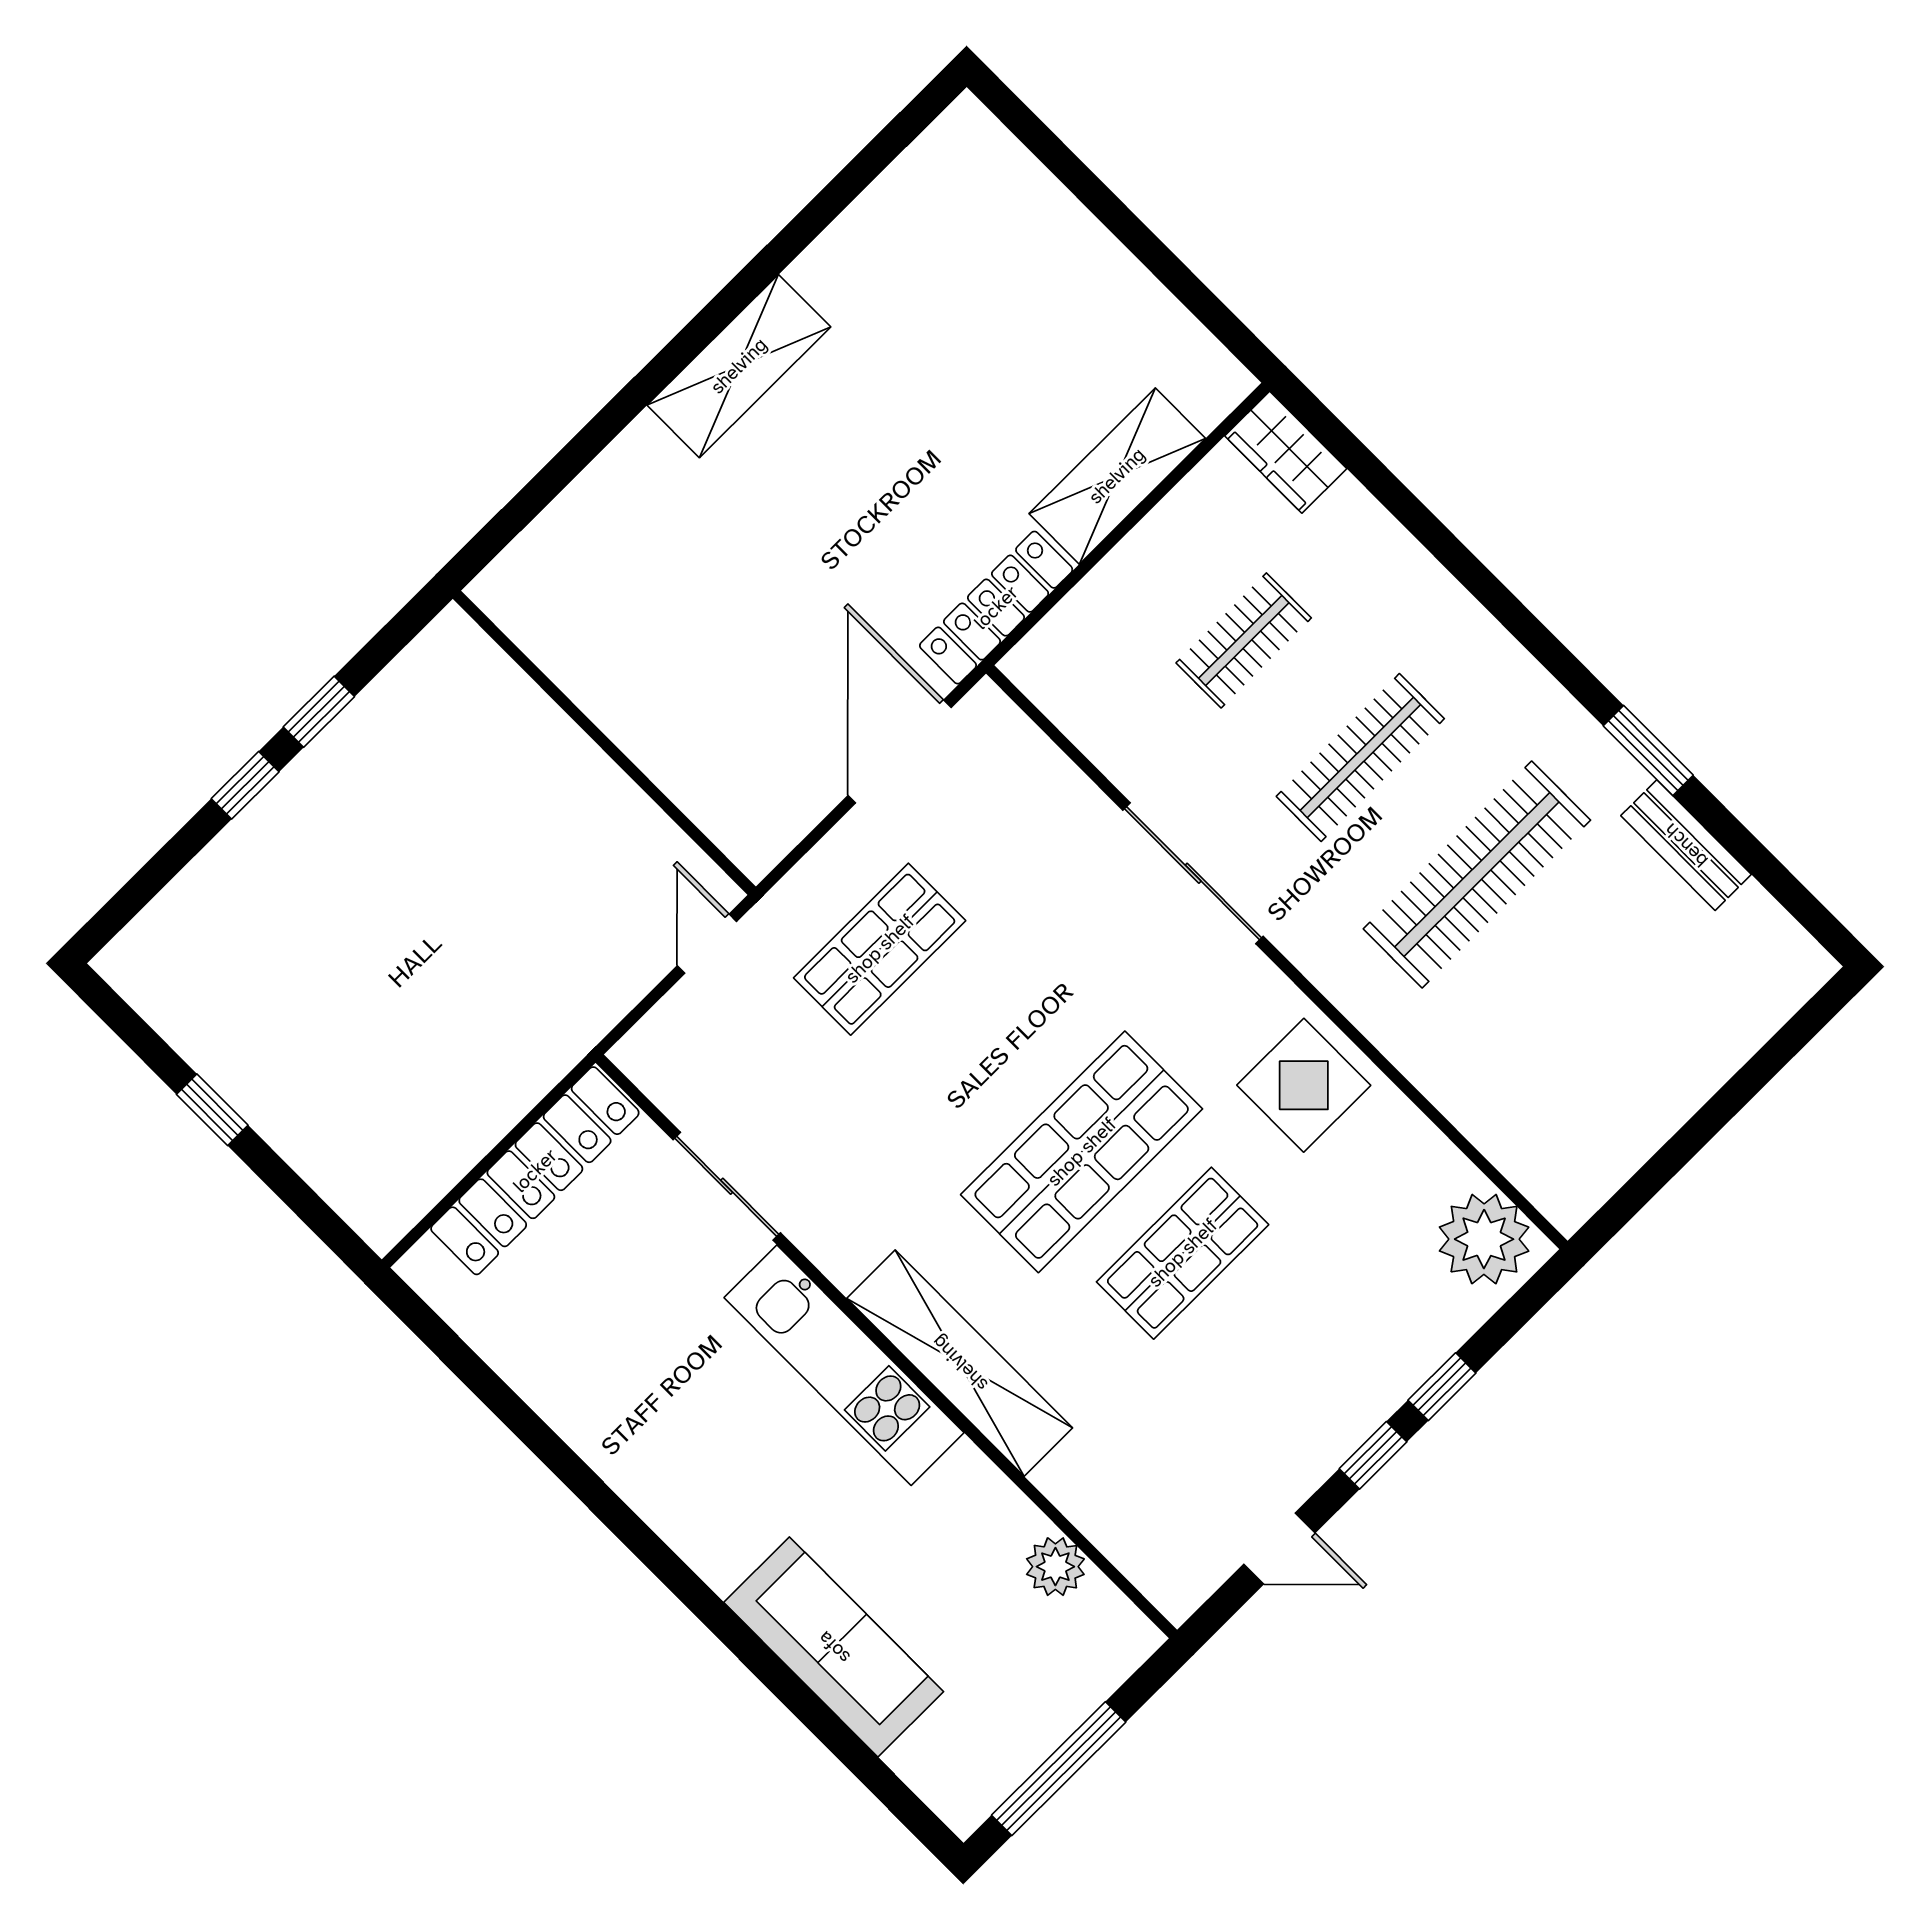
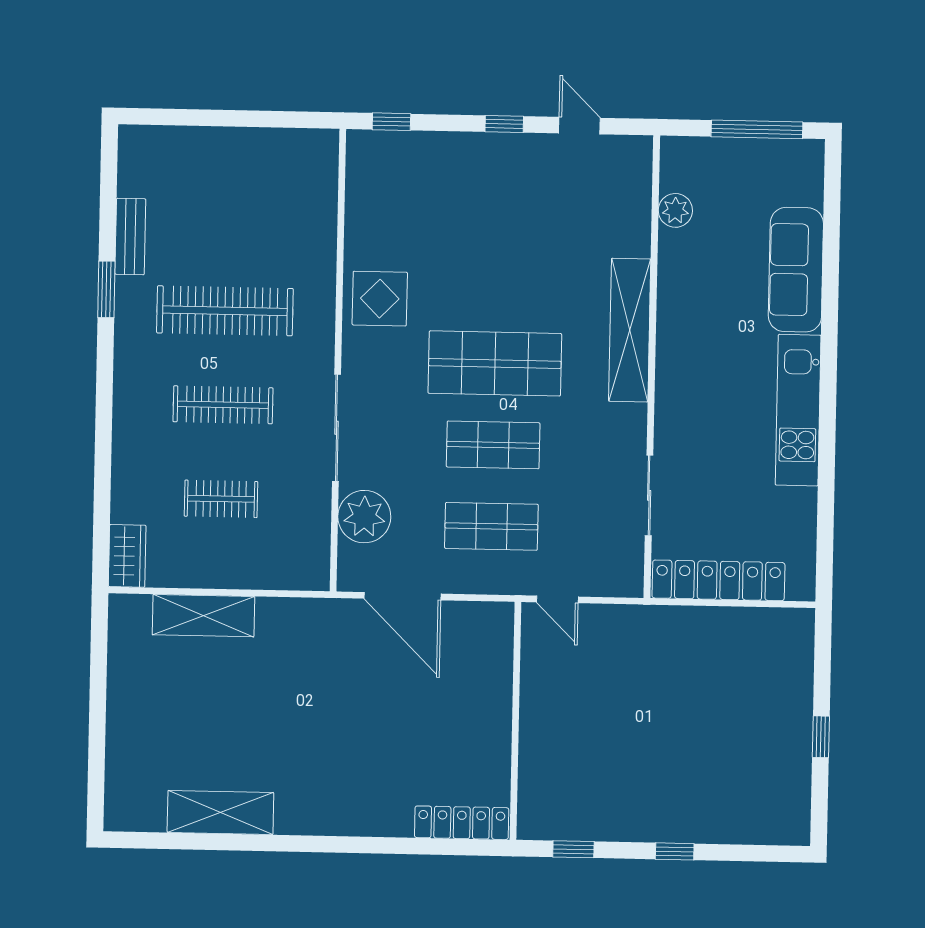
shelving: (739, 366) -> (220, 812), moved
locker: (996, 608) -> (462, 823), moved, turned 180
window: (319, 712) -> (573, 849), moved
door: (900, 752) -> (402, 596), hinge flipped
door: (707, 944) -> (557, 599), hinge flipped
plant: (1484, 1239) -> (364, 517), moved
shop shelf: (1183, 1253) -> (493, 445), moved
kitchen unit: (844, 1365) -> (798, 410), moved, turned 180
window: (1442, 1387) -> (391, 122), moved

